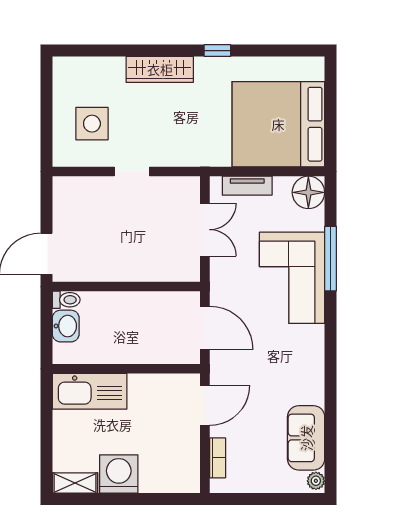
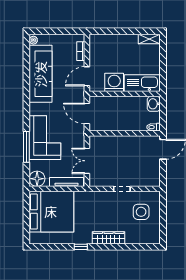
tv unit: (247, 186) -> (66, 182), width x1.41
washbasin: (66, 326) -> (154, 104), moved
sofa: (306, 438) -> (41, 74), width x1.85, depth x1.27
washing machine: (119, 474) -> (114, 82), moved, turned 180

